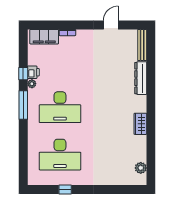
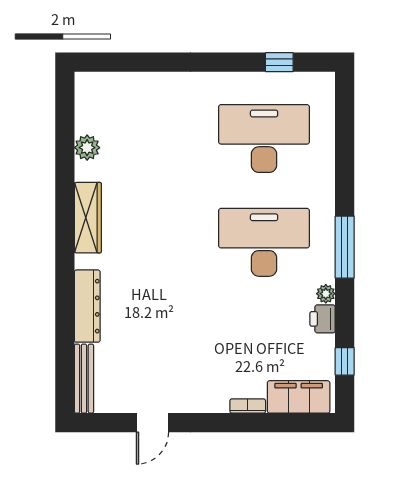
window: (23, 74) -> (345, 361), moved
wardrobe: (140, 124) -> (88, 218), width x1.50
plant: (141, 168) -> (87, 148), moved
window: (65, 189) -> (279, 62), moved

